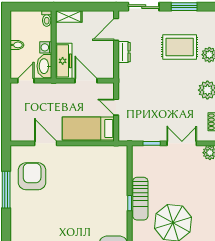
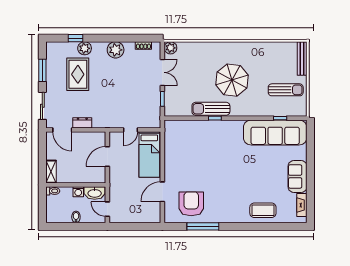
freezer: (64, 61) -> (90, 176), removed
double door: (182, 143) -> (162, 72), swing flipped
armchair: (32, 176) -> (191, 204), turned 90
sun lounger: (140, 199) -> (211, 109), turned 180

